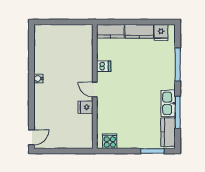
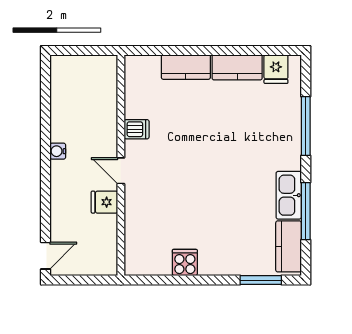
dishwasher: (104, 66) -> (137, 129), moved
wall: (95, 86) -> (121, 165), moved
door: (95, 90) -> (121, 171), moved
fridge: (85, 107) -> (104, 202), moved

